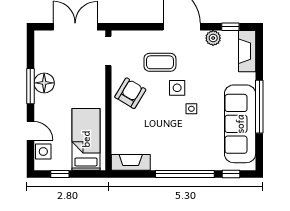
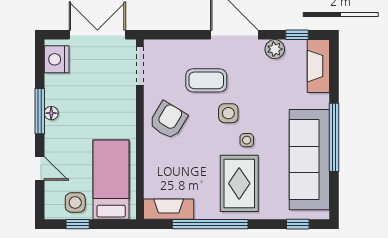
nightstand: (44, 46) -> (57, 59), added
floor lamp: (44, 83) -> (51, 113), width x0.53, depth x0.53
rug: (186, 142) -> (239, 183), added
side table: (43, 152) -> (75, 202), moved
window: (185, 174) -> (210, 224), moved

